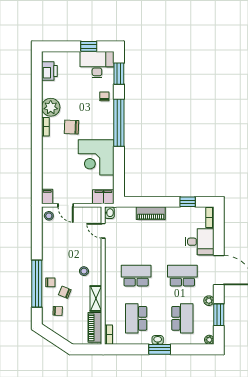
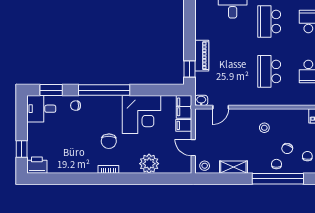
window: (89, 46) -> (22, 149), moved
desk: (97, 65) -> (41, 109), width x0.73
printer: (49, 71) -> (37, 165), moved
plant: (51, 107) -> (149, 164), moved
filing cabinet: (47, 196) -> (184, 125), moved
window: (188, 202) -> (189, 69), moved
door: (66, 205) -> (193, 148), swing flipped
shelving: (96, 299) -> (233, 167), moved

